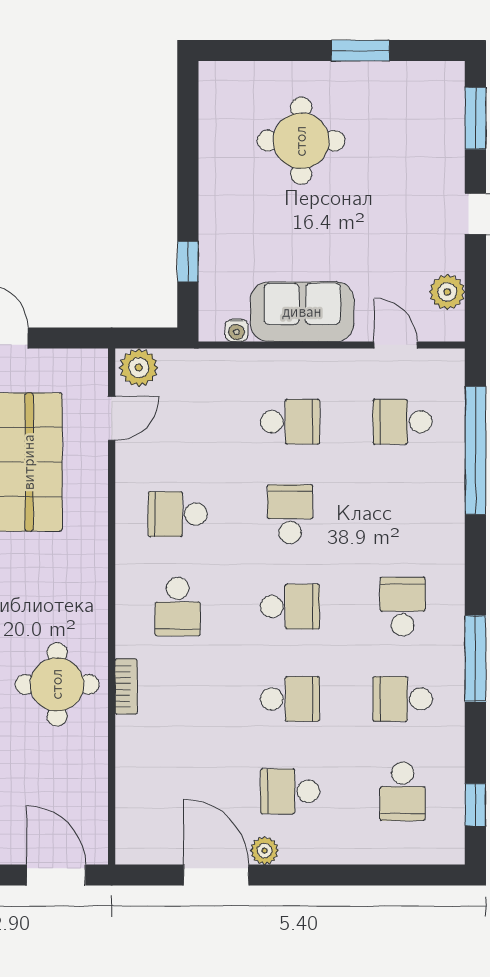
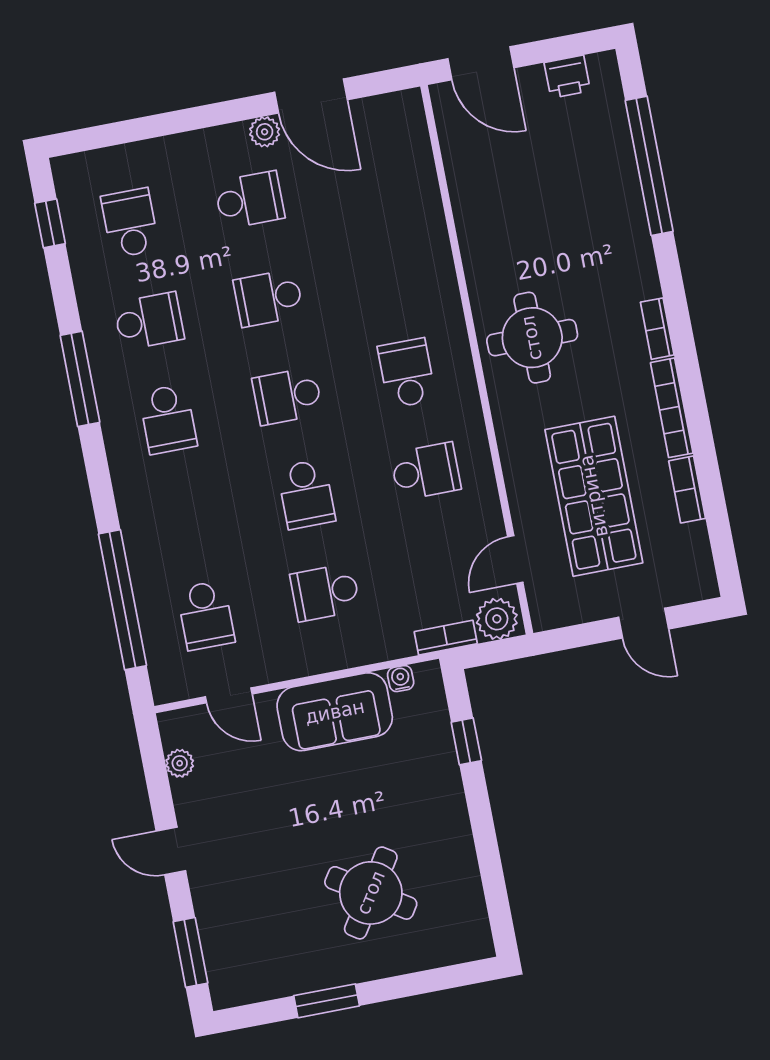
round table: (301, 141) -> (371, 893), turned 33
plant: (447, 292) -> (180, 763), width x0.73, depth x0.73
school desk: (403, 422) -> (206, 615), turned 90
round table: (57, 684) -> (532, 338), moved
bookcase: (126, 686) -> (446, 638), moved, turned 90

